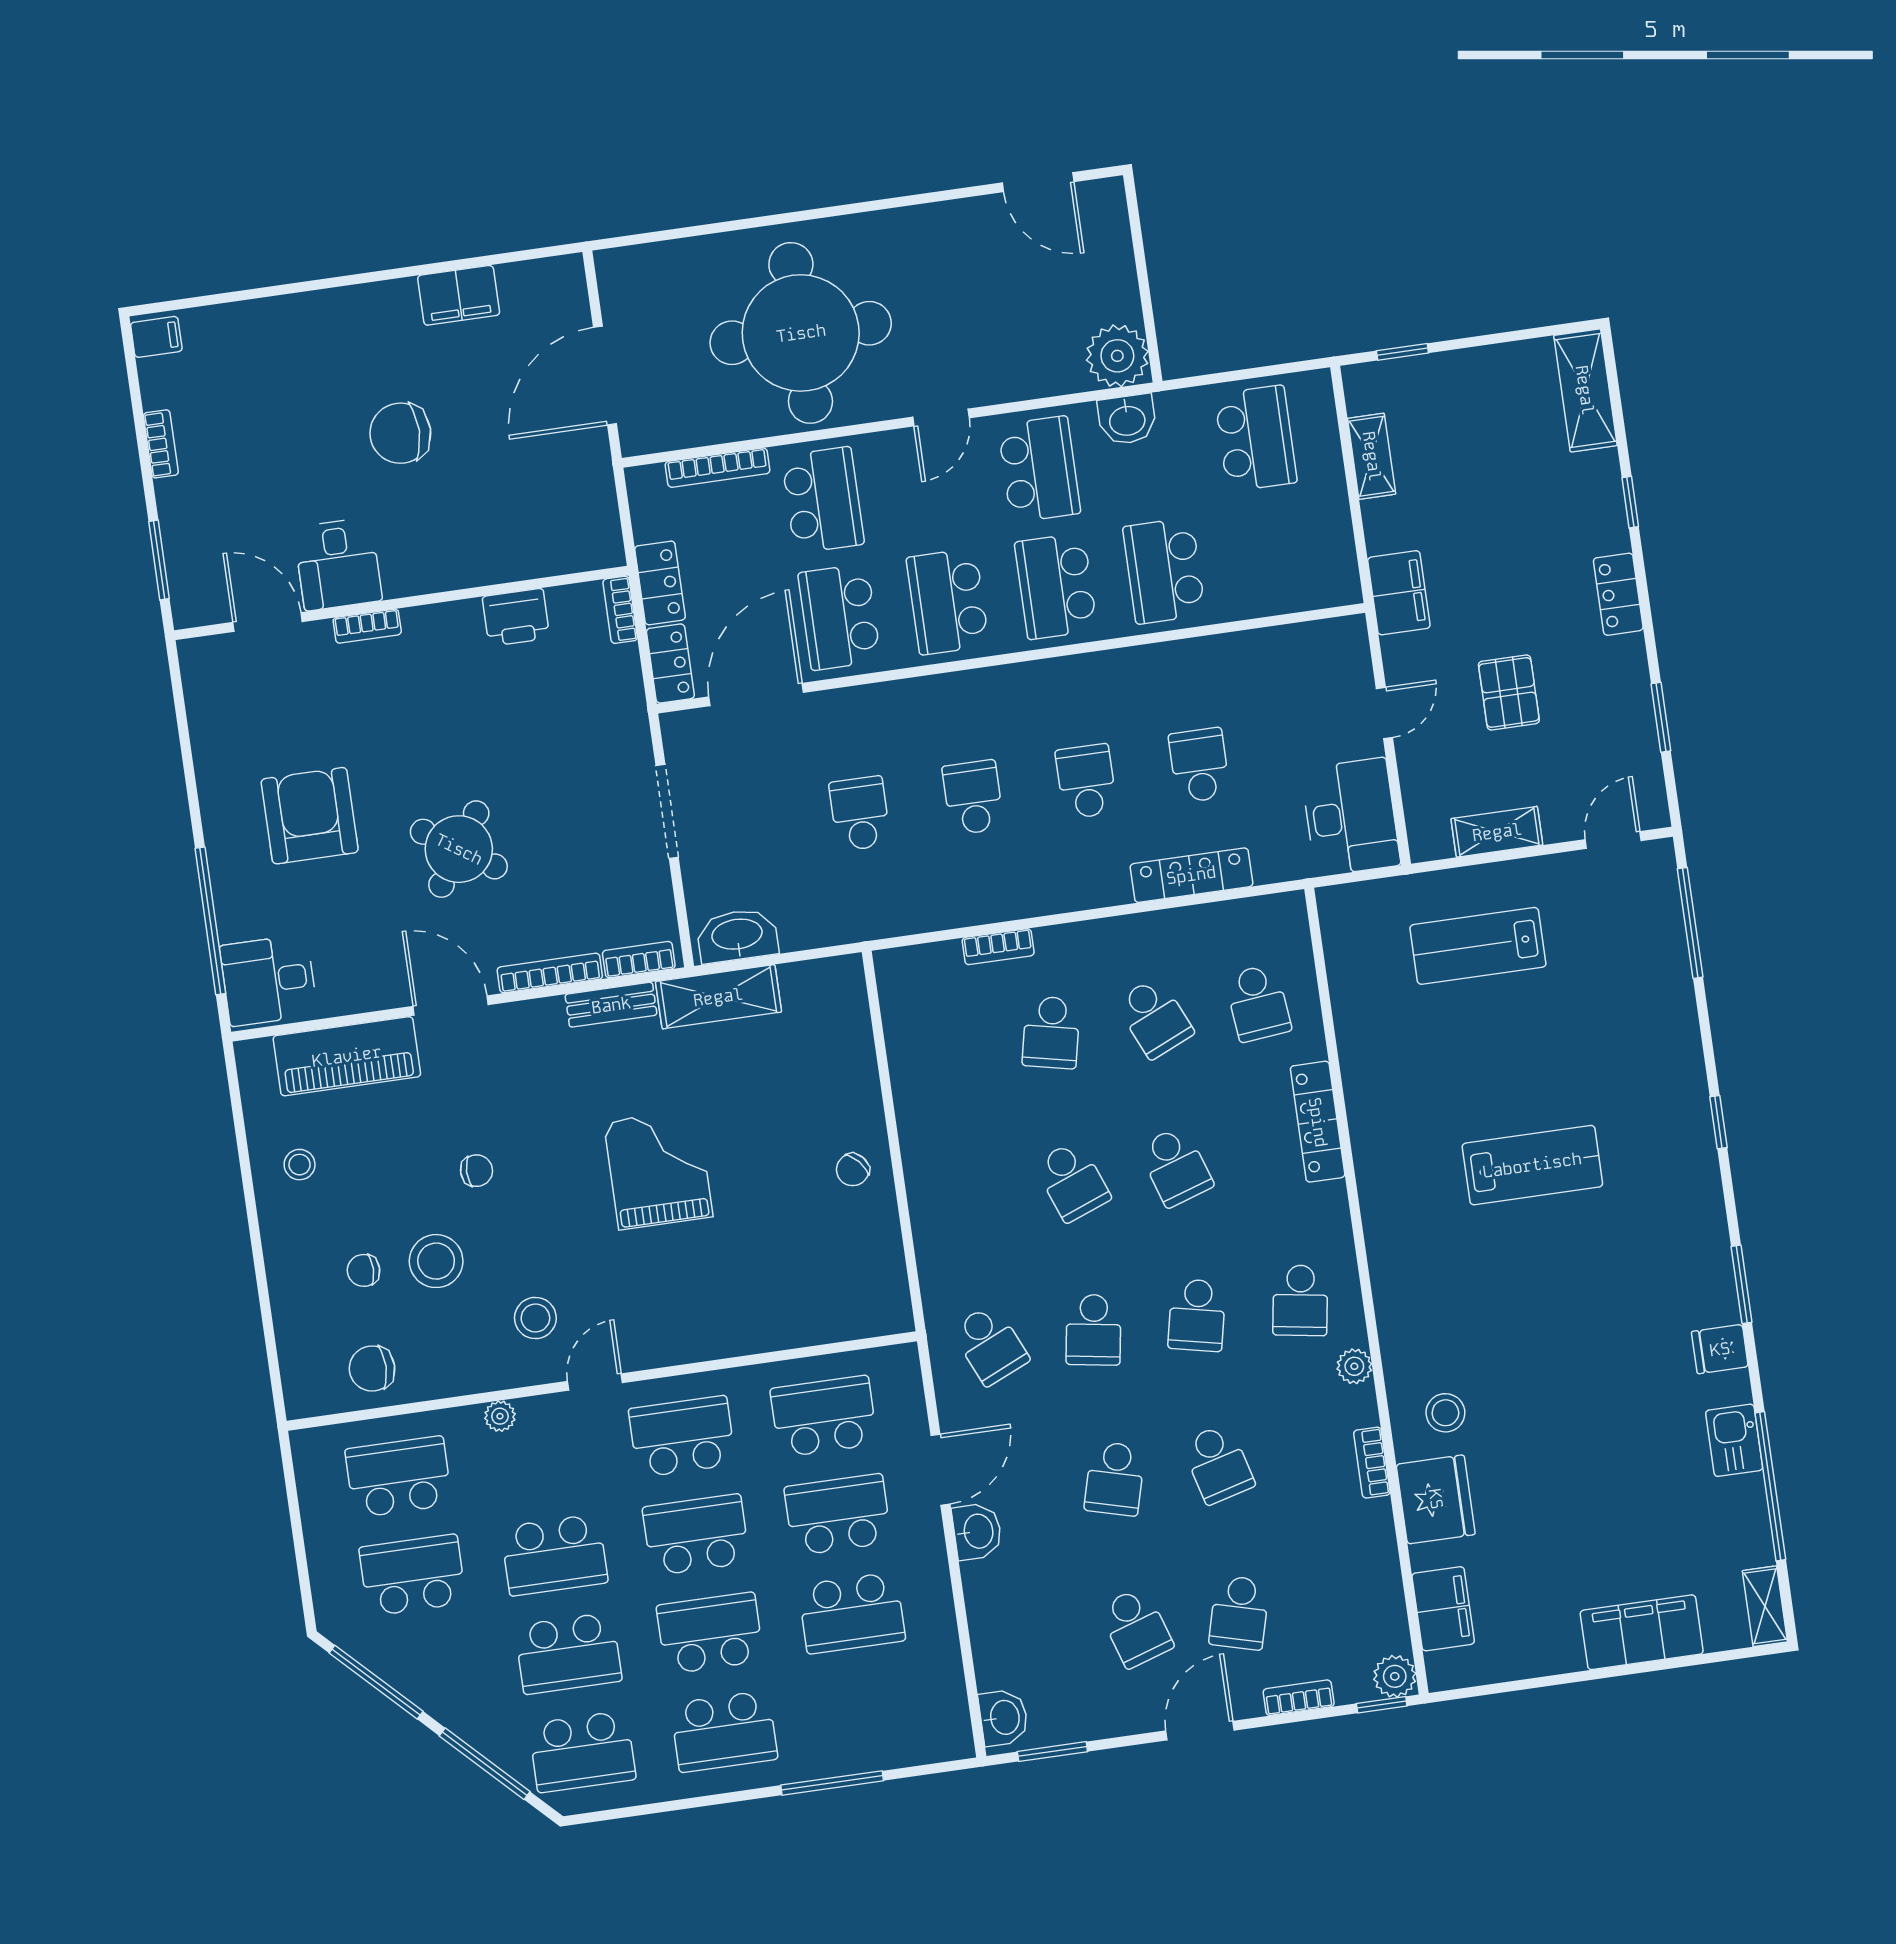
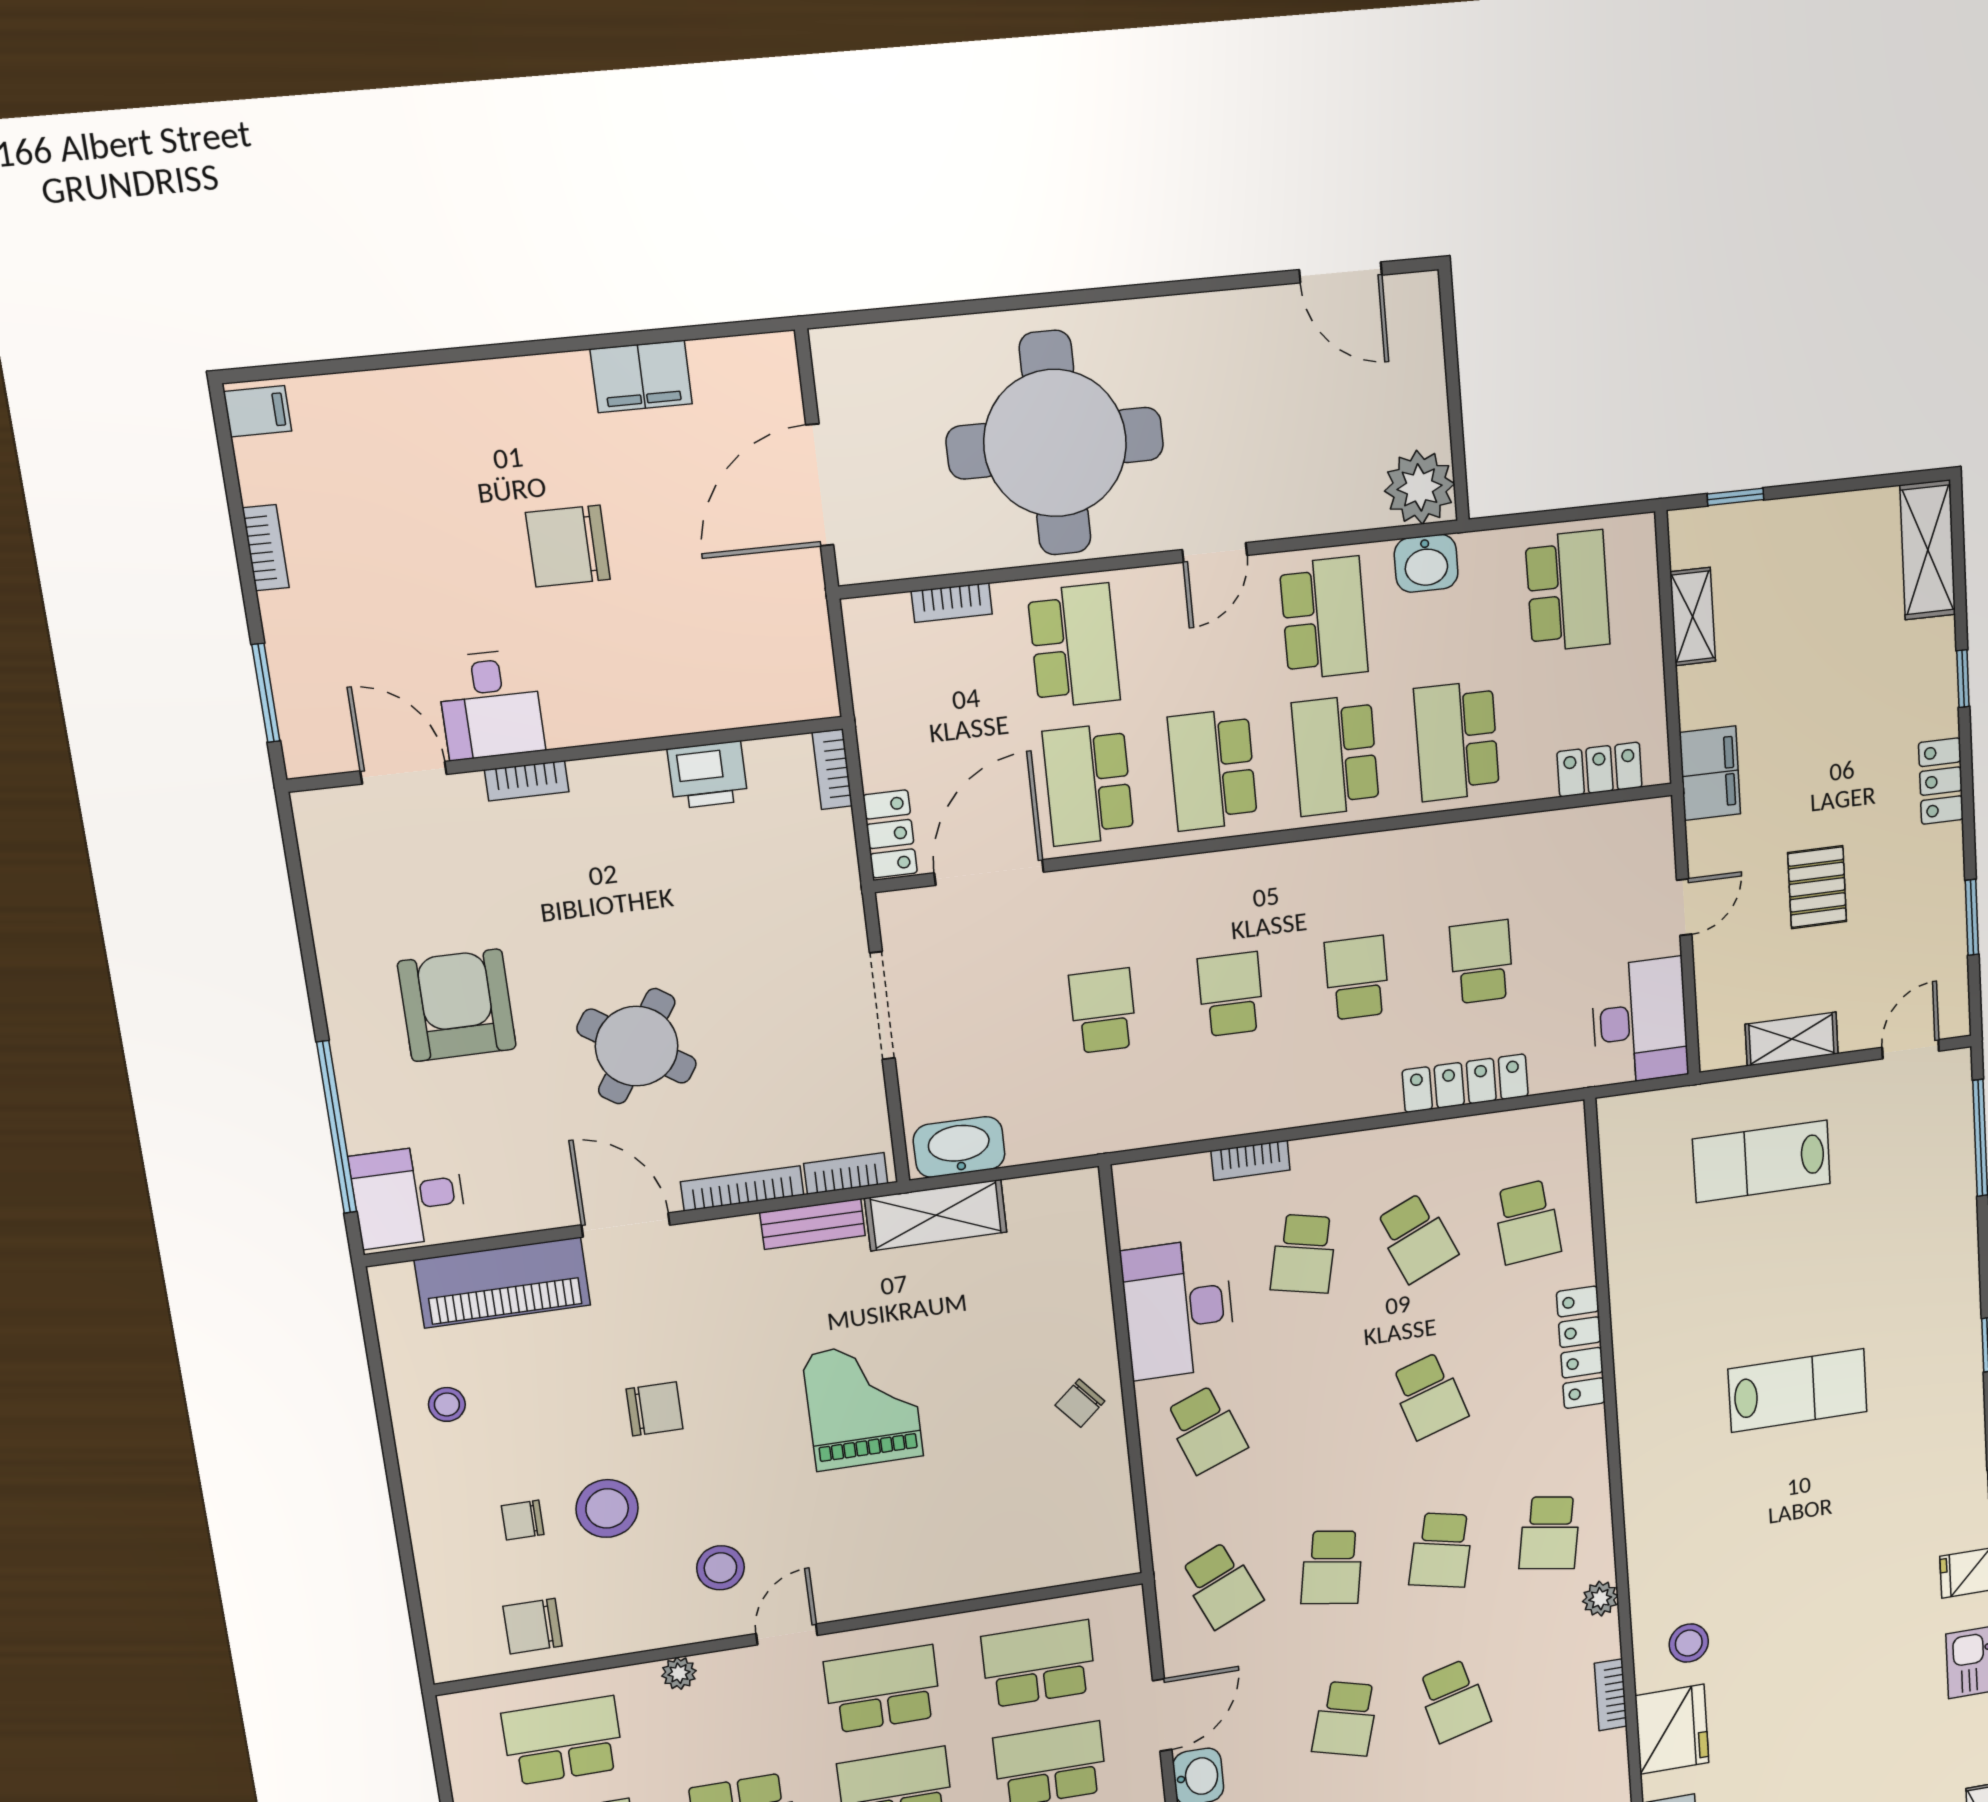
bookcase: (718, 468) -> (952, 603), width x0.64
locker: (660, 583) -> (1600, 770), moved, turned -90
desk: (939, 1083) -> (1178, 1309), added
chair: (477, 1171) -> (655, 1409), width x1.37, depth x1.37
school desk: (1072, 1181) -> (1206, 1430), moved

